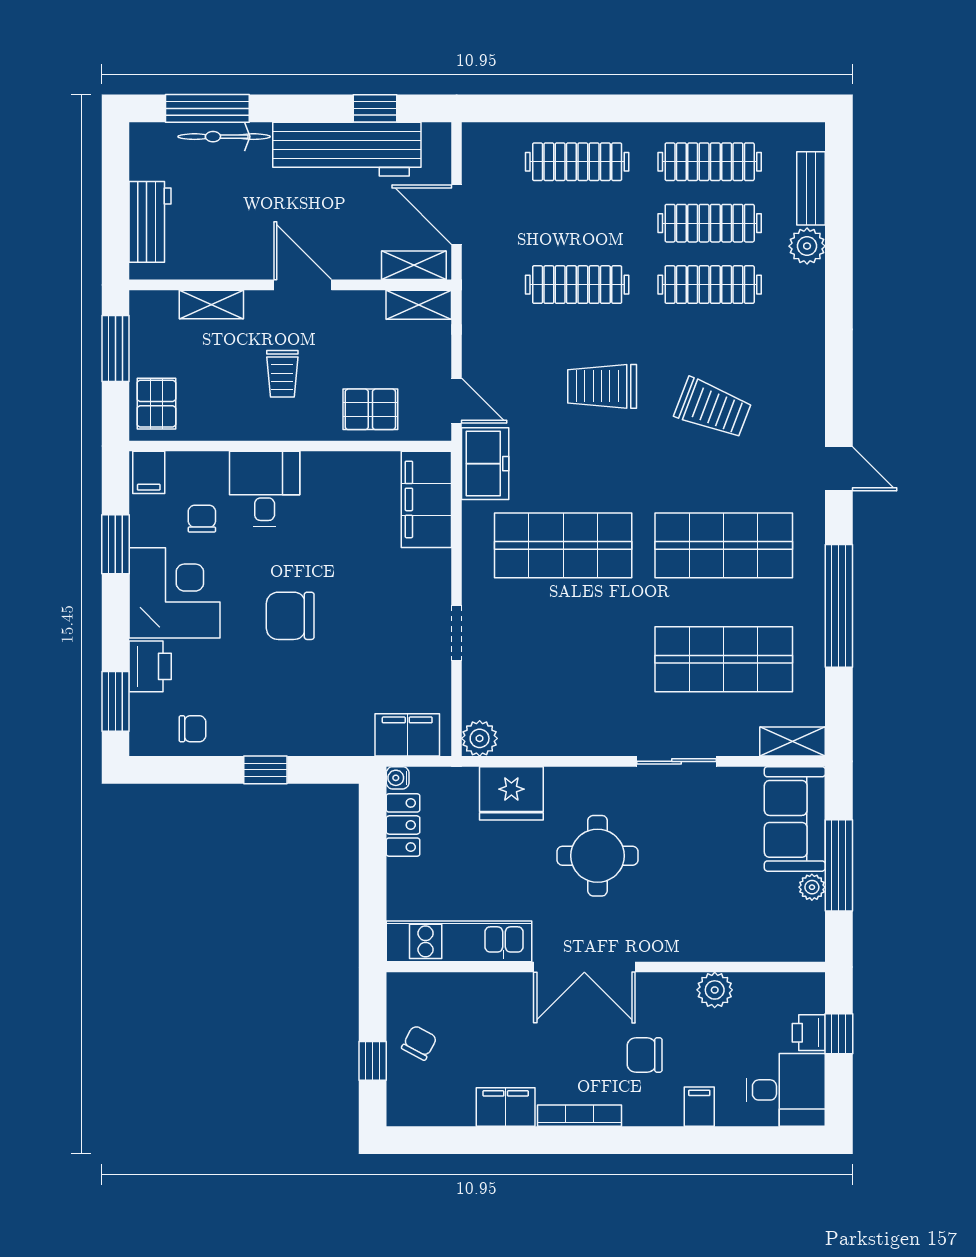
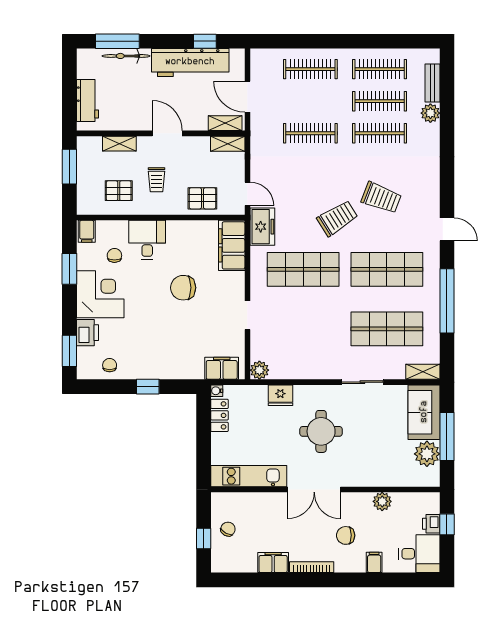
trolley: (602, 386) -> (337, 218), moved, turned 148
pallet: (156, 404) -> (119, 191), moved, turned 90
chair: (290, 616) -> (183, 288), moved
chair: (193, 729) -> (110, 365), turned -90
fridge: (511, 793) -> (280, 395), width x0.73, depth x0.75
plant: (812, 887) -> (427, 454), width x1.88, depth x1.88

